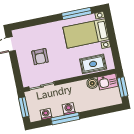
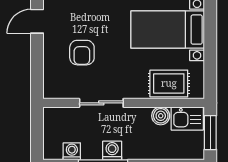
sliding door: (42, 86) -> (101, 103), moved
window: (24, 107) -> (37, 132), removed

